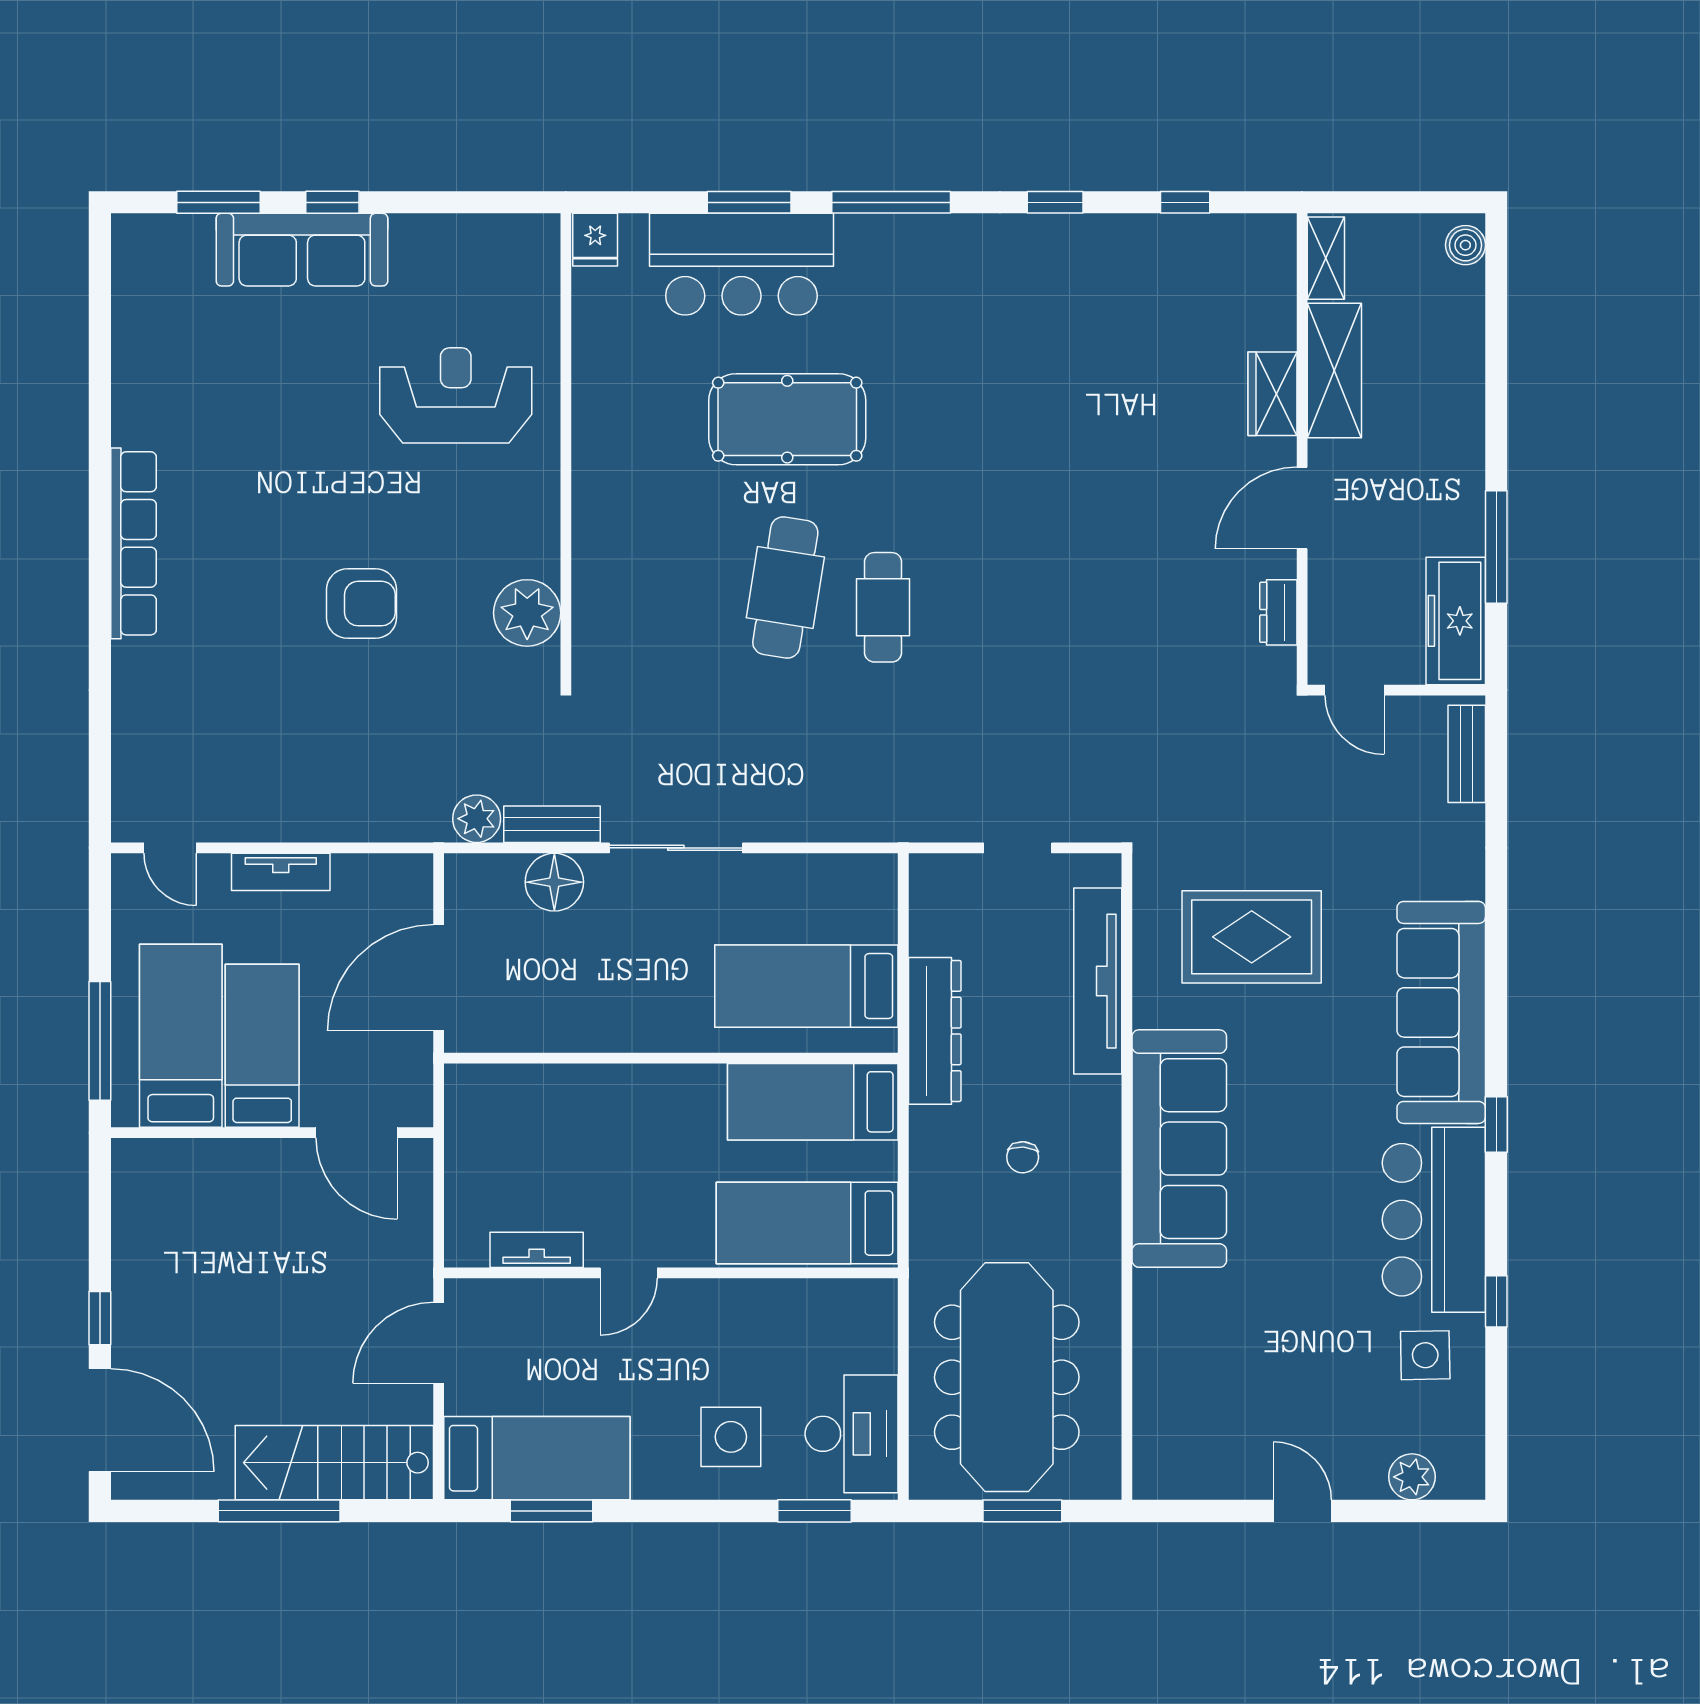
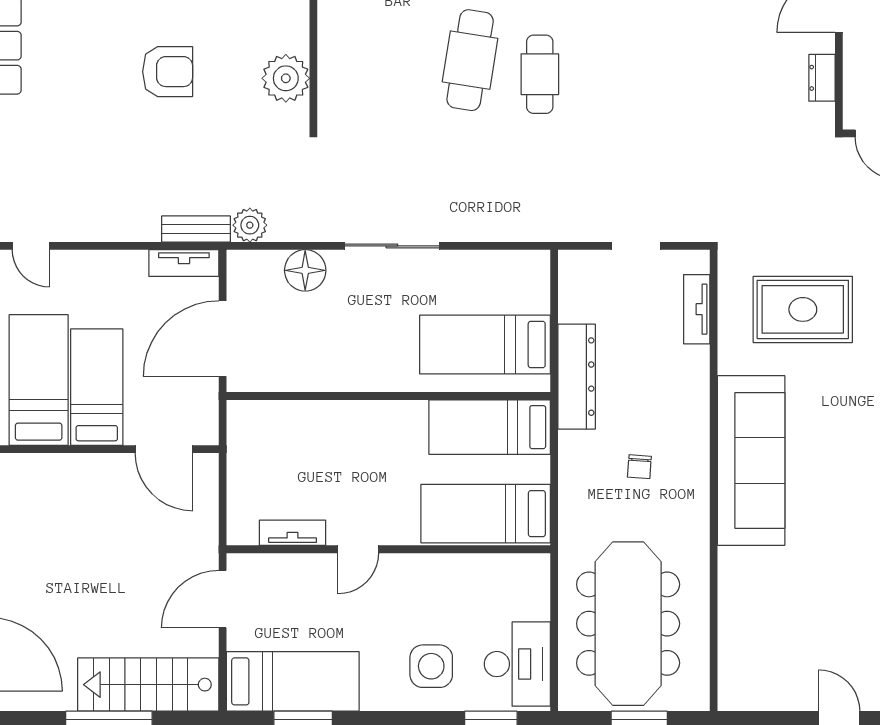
bench: (552, 824) -> (196, 229), moved
tv unit: (281, 872) -> (184, 263), moved
tv unit: (1098, 981) -> (697, 309), width x0.52, depth x0.78

